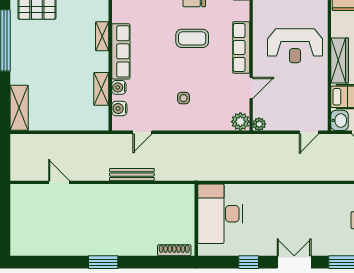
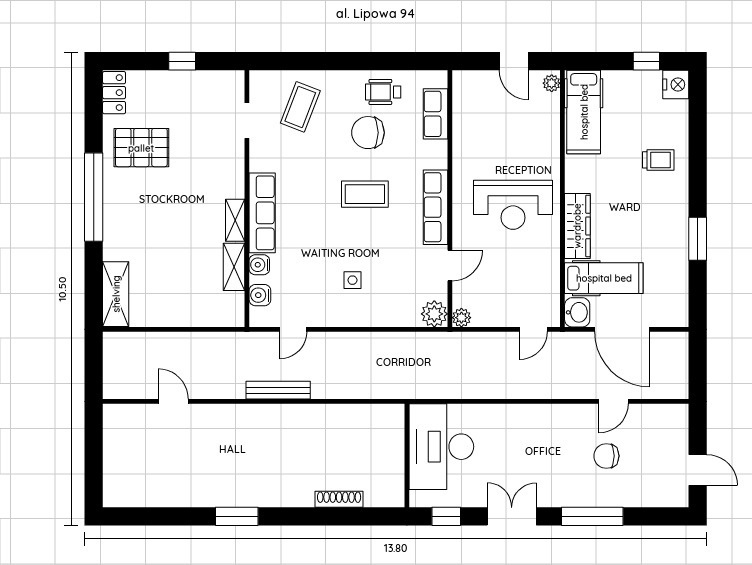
shelving: (102, 36) -> (235, 220), moved
desk: (220, 214) -> (441, 447), moved
wall: (196, 220) -> (407, 456), moved

